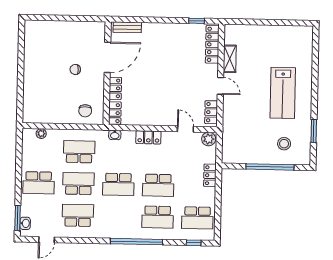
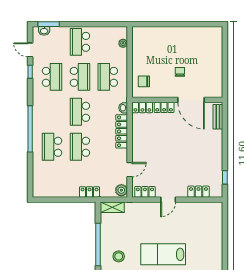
locker: (212, 44) -> (198, 192), width x0.66
shelving: (230, 59) -> (112, 207), moved
locker: (148, 137) -> (122, 131), width x1.53
school desk: (79, 152) -> (108, 77), turned 180
school desk: (197, 218) -> (52, 182), removed
window: (194, 243) -> (30, 72), moved

